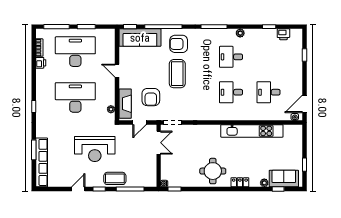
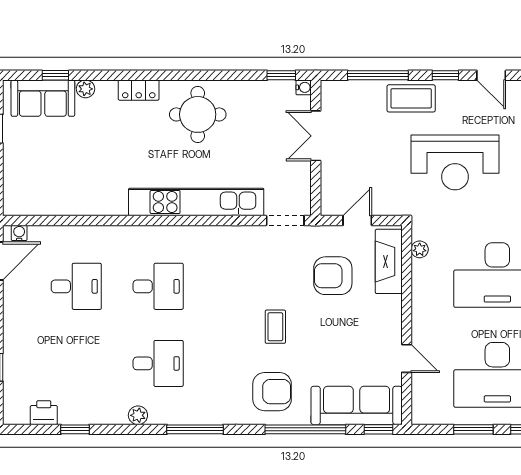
door: (117, 71) -> (407, 358), moved
coffee table: (177, 74) -> (275, 327), width x0.54, depth x0.58
armchair: (151, 97) -> (333, 276), turned -90
kitchen unit: (252, 131) -> (196, 202), moved
double door: (159, 143) -> (316, 136), moved
reception desk: (95, 149) -> (455, 162), turned 180
door: (78, 189) -> (491, 75), hinge flipped

